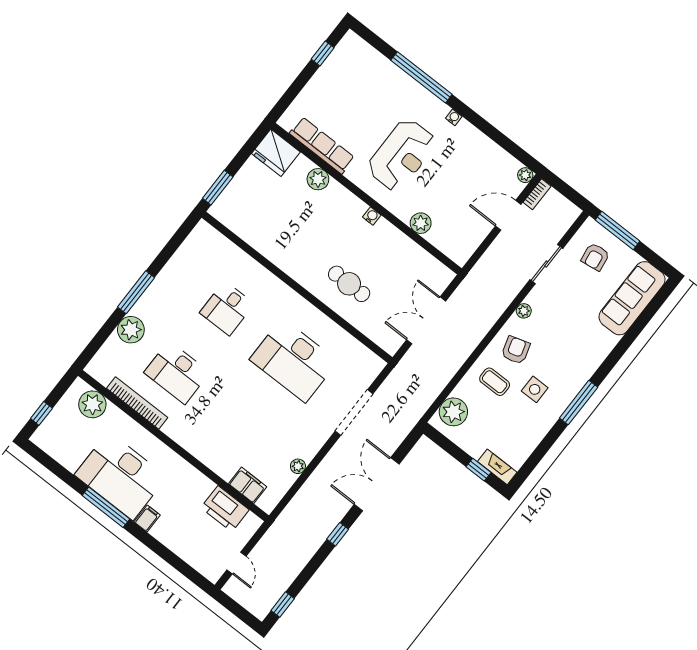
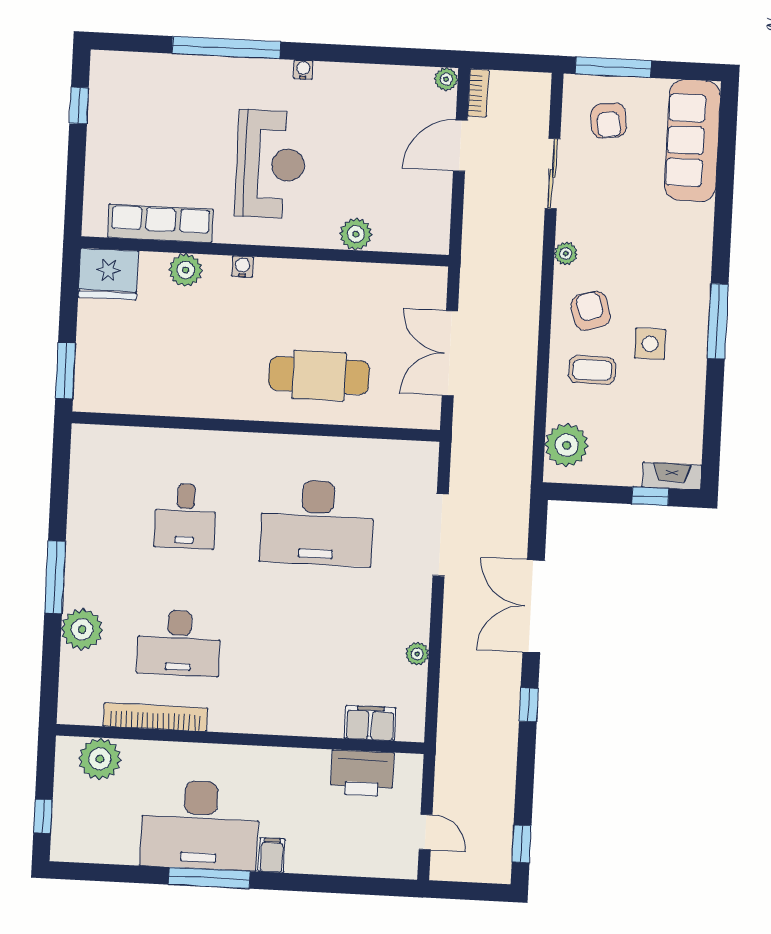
water cooler: (372, 216) -> (242, 267), moved
cafe table: (349, 284) -> (319, 376), width x1.37, depth x1.35

